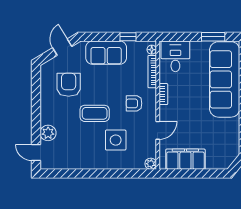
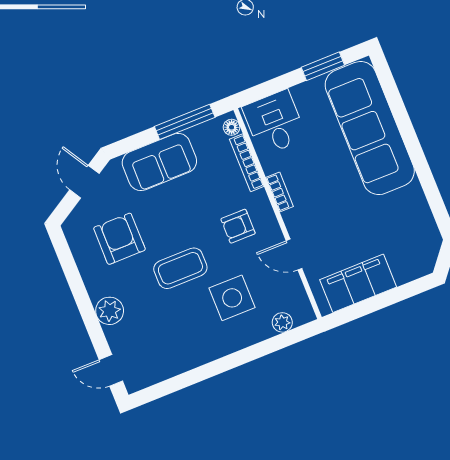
window: (128, 37) -> (185, 122), width x2.17
door: (158, 130) -> (294, 255), swing flipped
plant: (48, 133) -> (110, 311), moved
plant: (151, 164) -> (282, 322), moved

